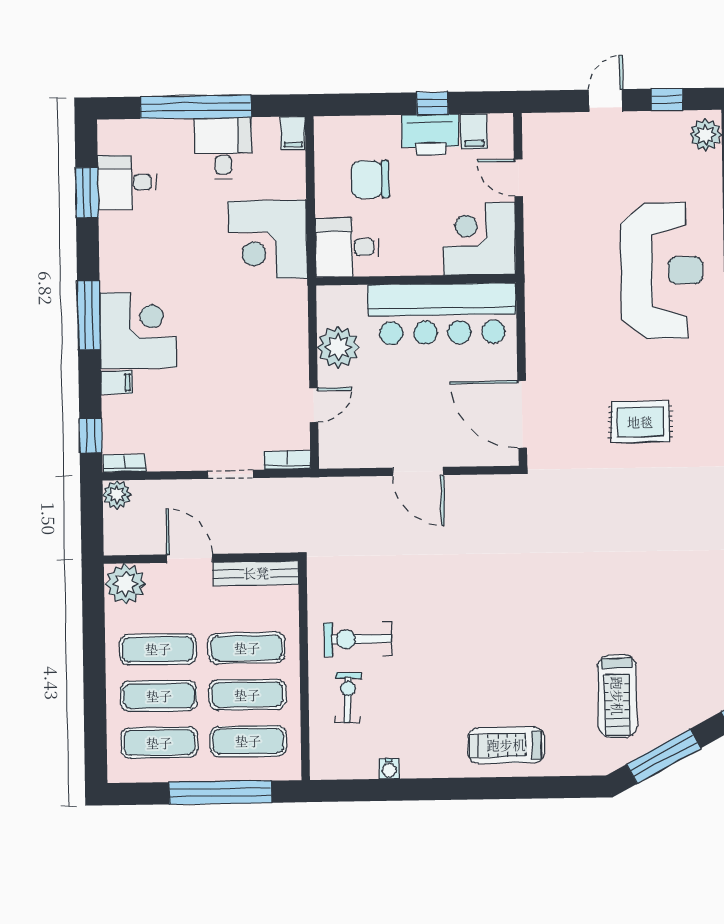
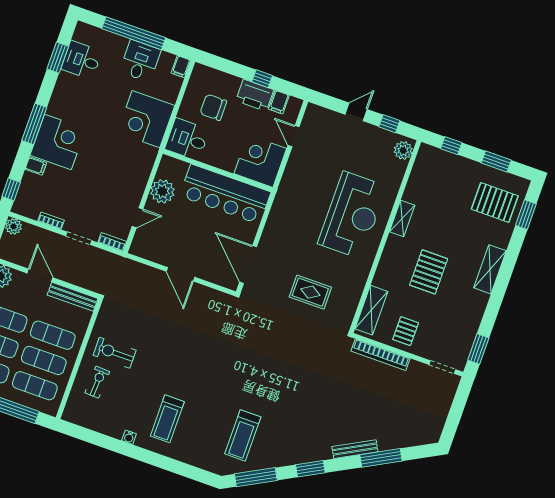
bookcase: (124, 463) -> (51, 221), moved
treadmill: (506, 745) -> (167, 419), moved, turned -90
water cooler: (389, 769) -> (129, 437), moved

